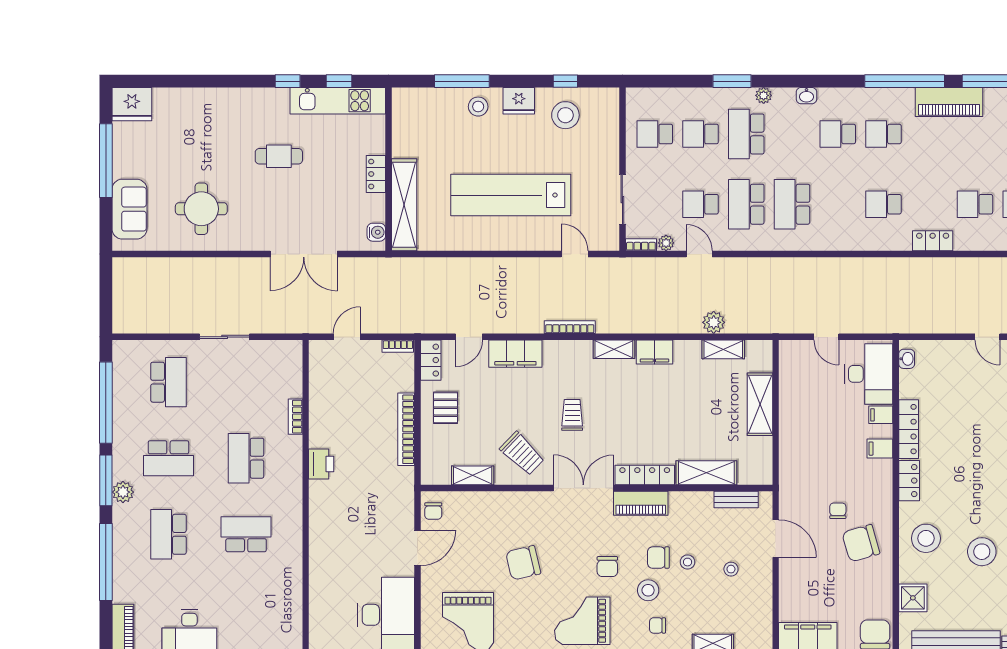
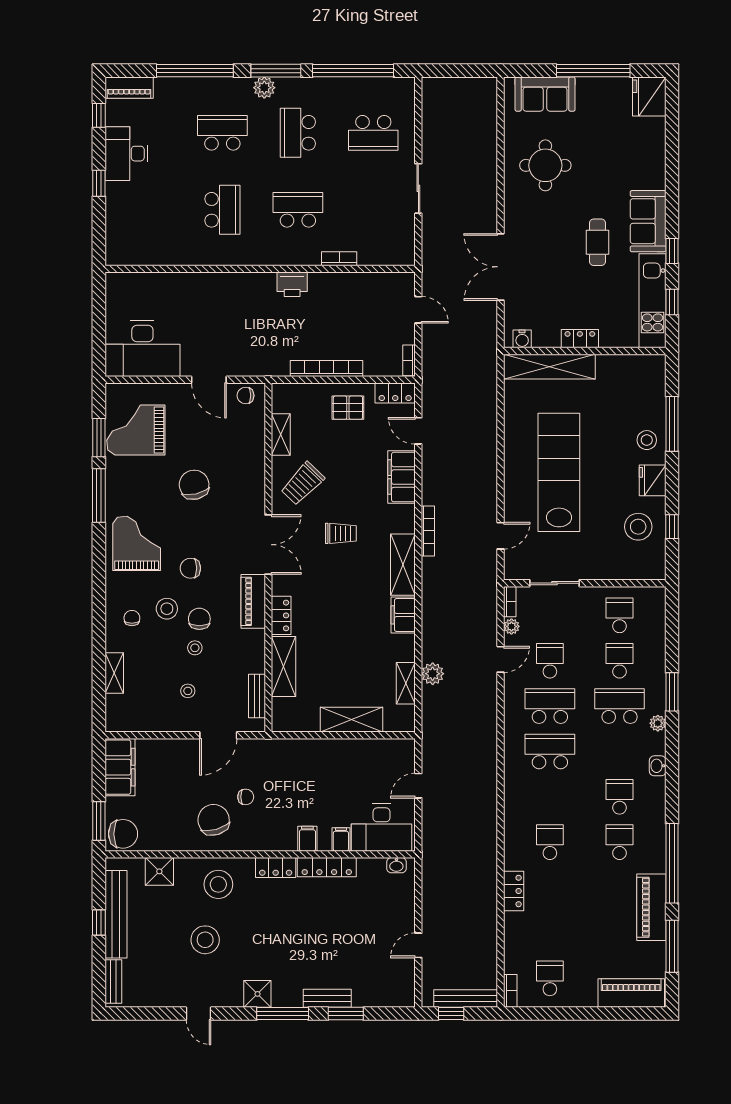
sofa: (258, 105) -> (648, 221), added
school desk: (975, 204) -> (550, 933), removed
shelving: (614, 349) -> (403, 565), width x1.50, depth x1.33
locker: (645, 475) -> (281, 615), width x0.66

